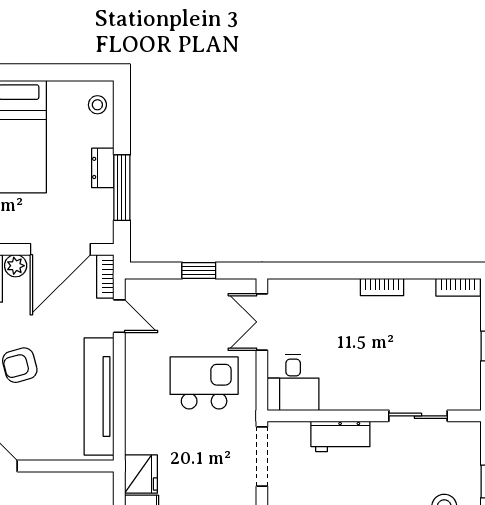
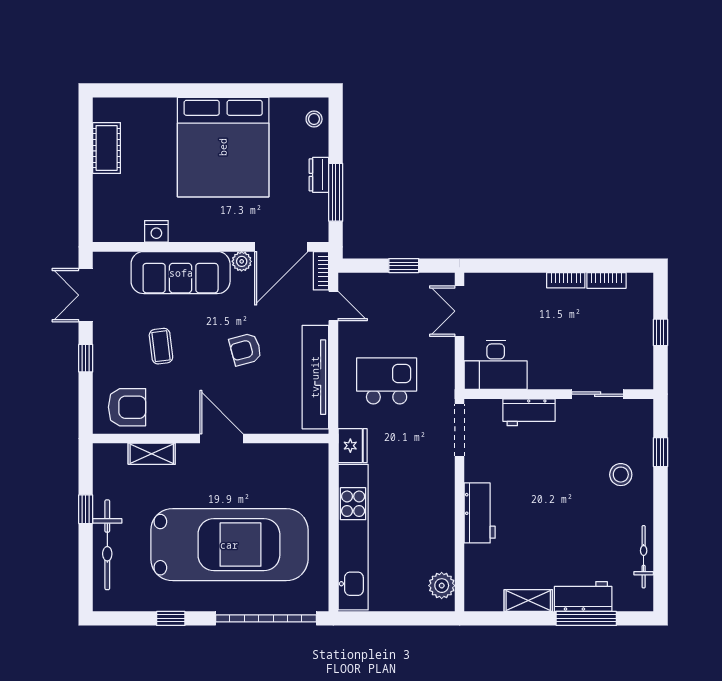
bookcase: (458, 287) -> (606, 280), moved
kitchen island: (204, 383) -> (387, 381), moved
desk: (293, 383) -> (496, 365), width x1.37

